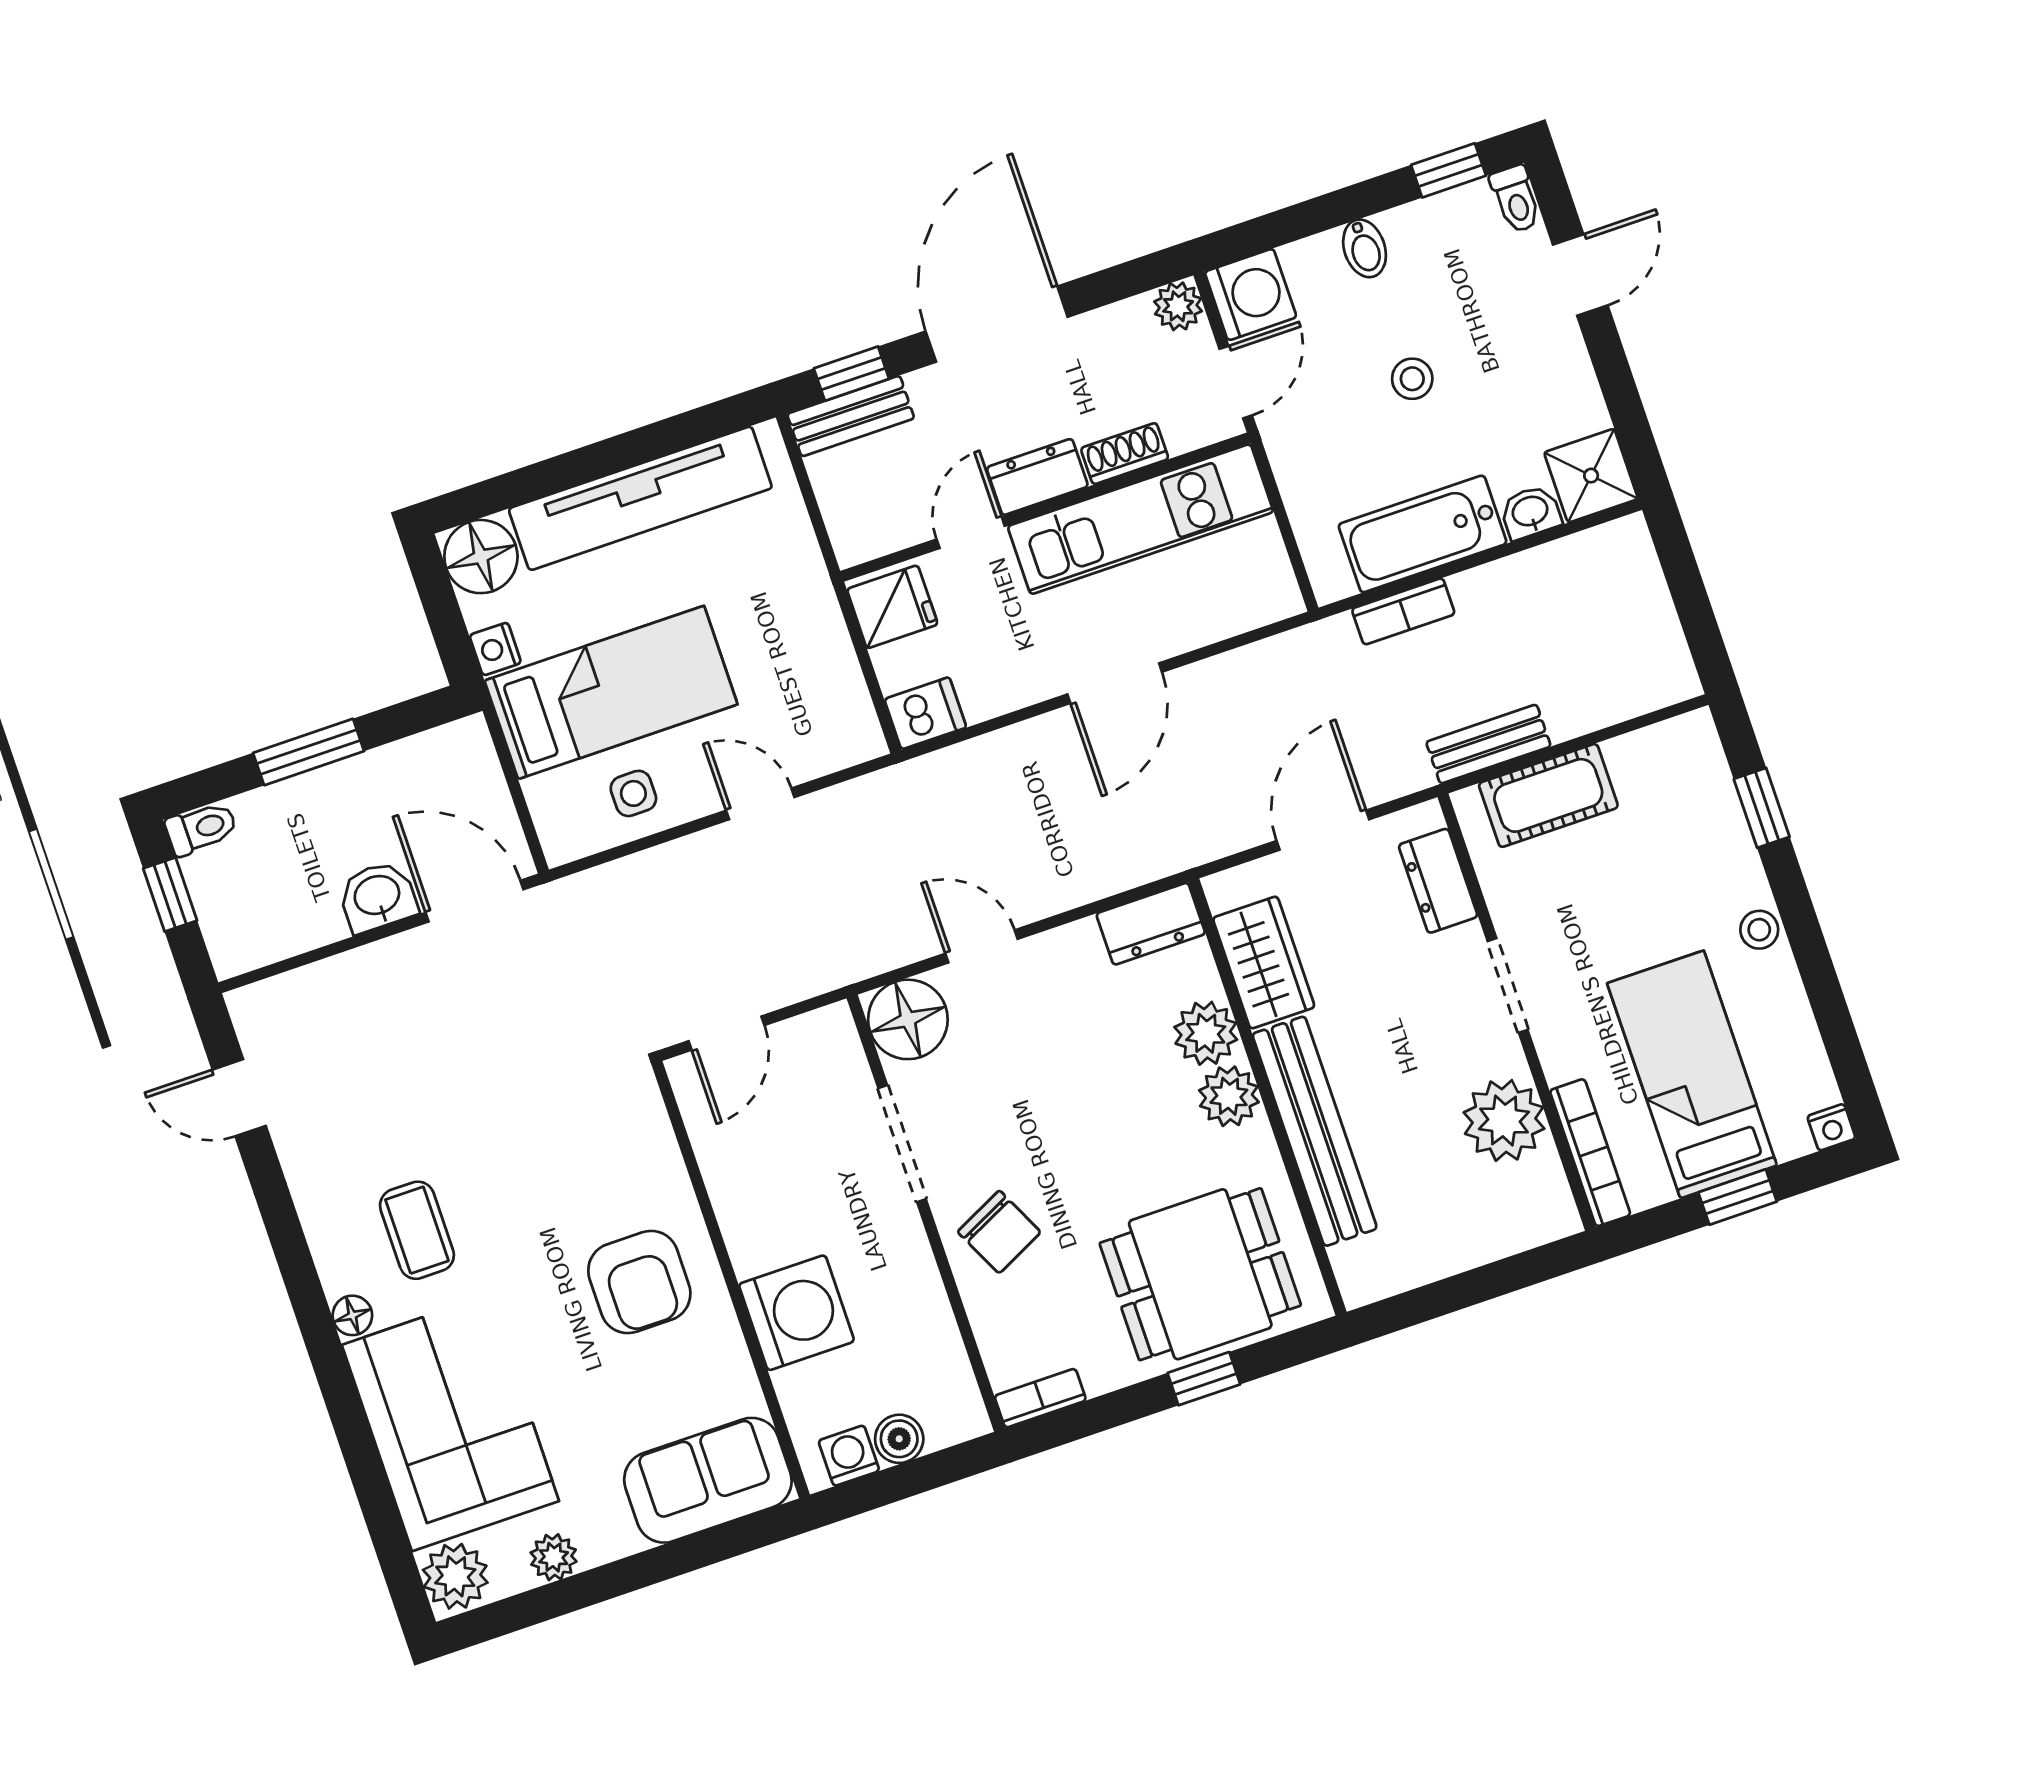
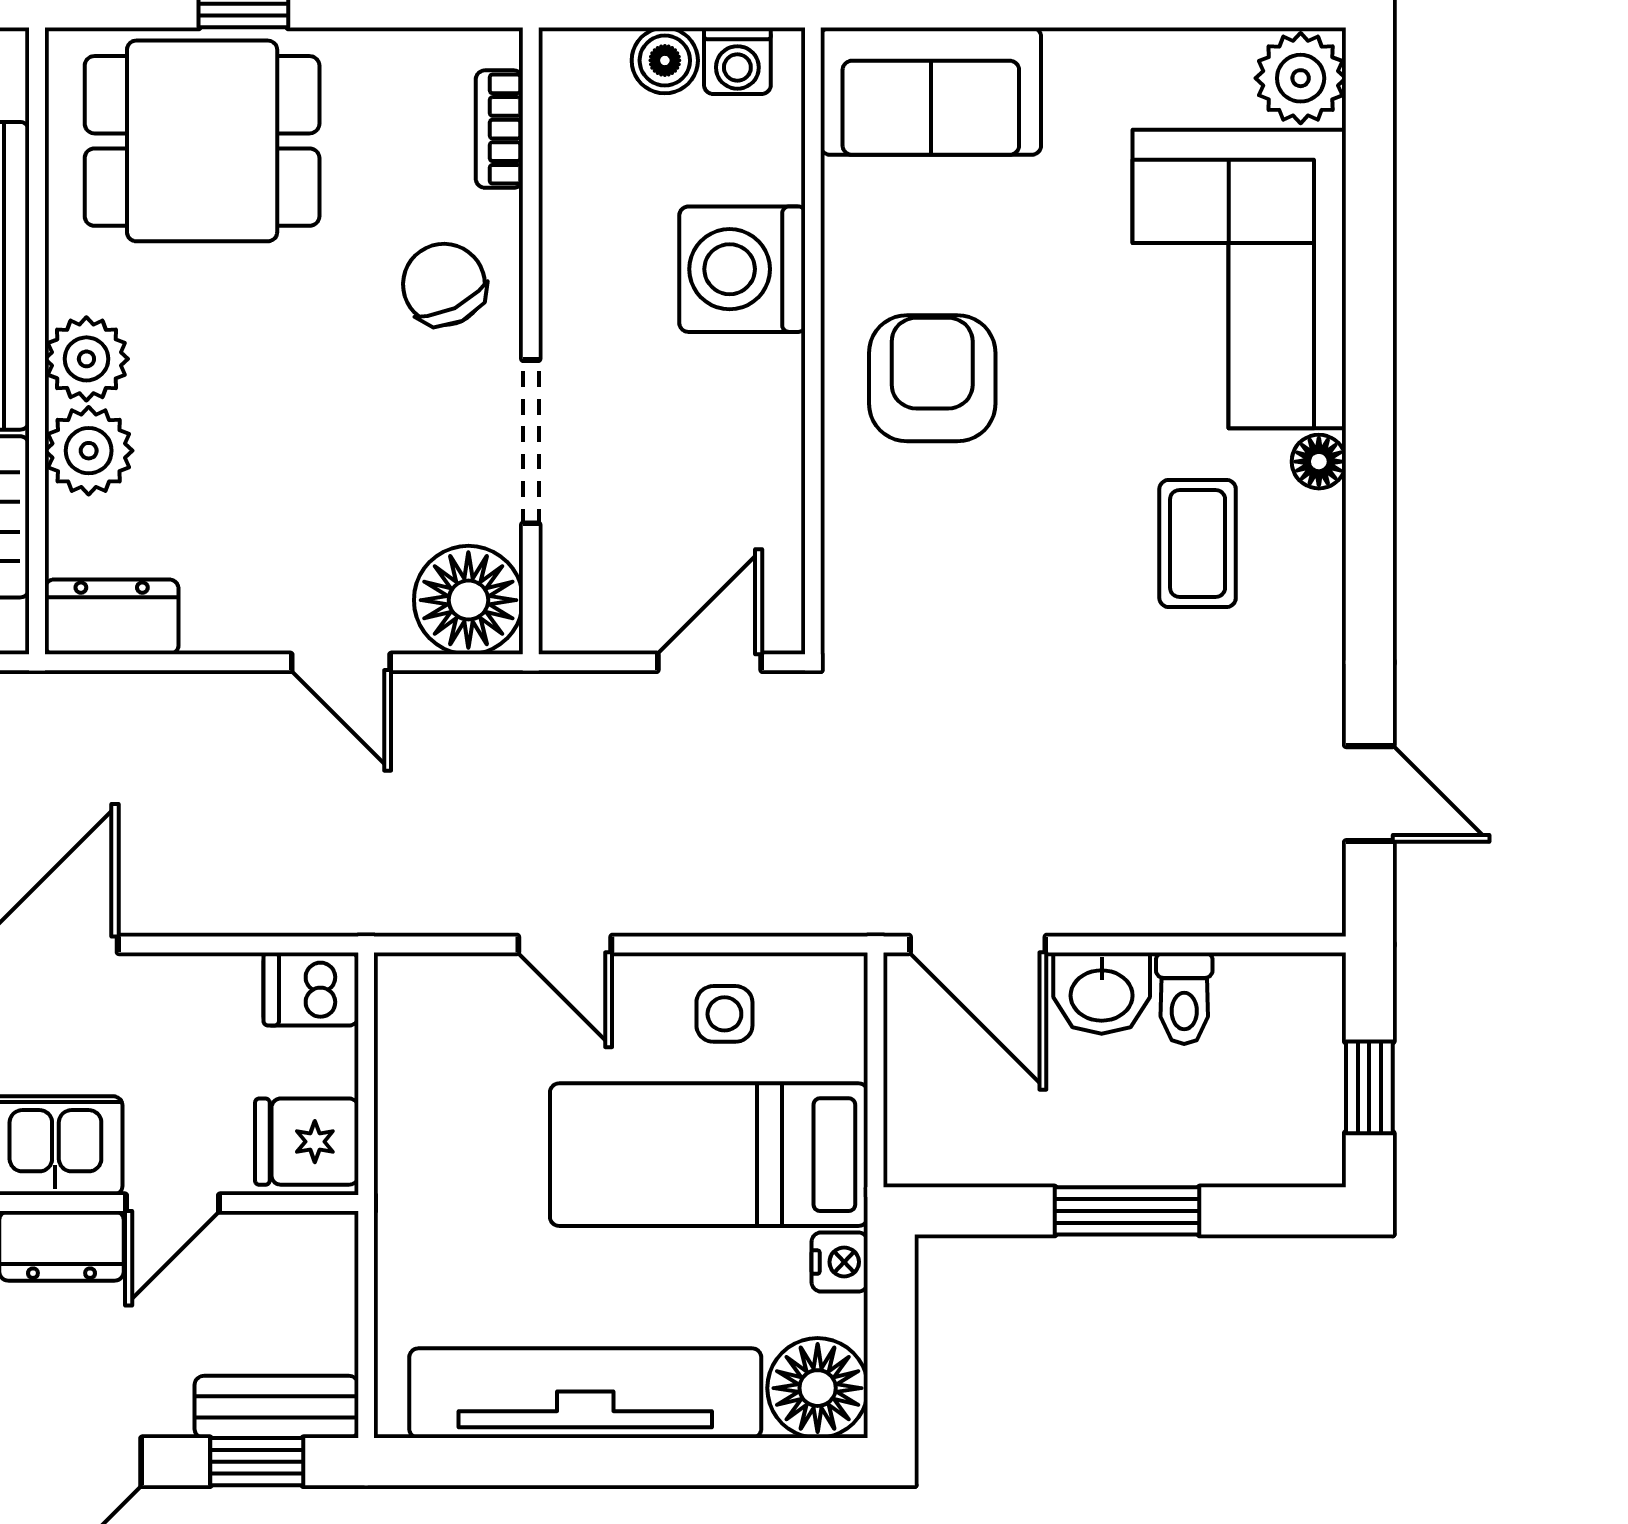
toilet: (201, 828) -> (1184, 998), moved, turned -90
bookcase: (1040, 1398) -> (499, 129), moved, turned 90
plant: (554, 1557) -> (1165, 60), removed

